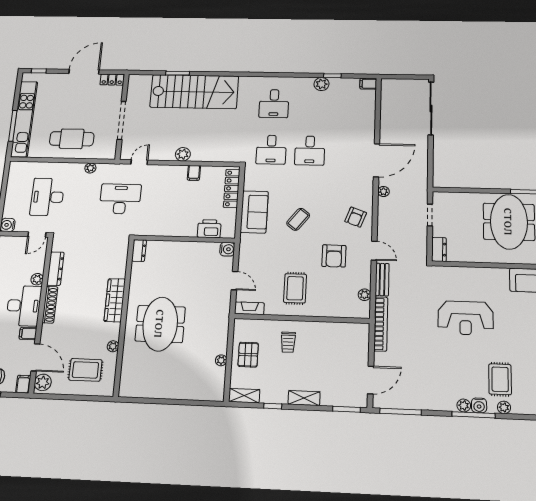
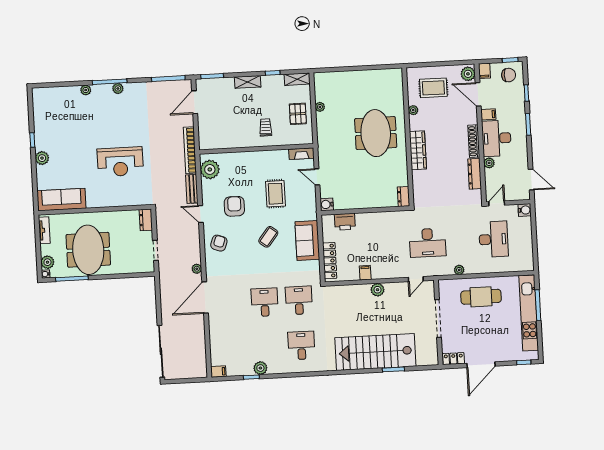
rug: (295, 288) -> (275, 194), moved
plant: (364, 295) -> (210, 169), width x1.88, depth x1.88
reception desk: (466, 318) -> (120, 162), turned 180
rug: (500, 379) -> (90, 113), removed
water cooler: (479, 405) -> (106, 90), removed

